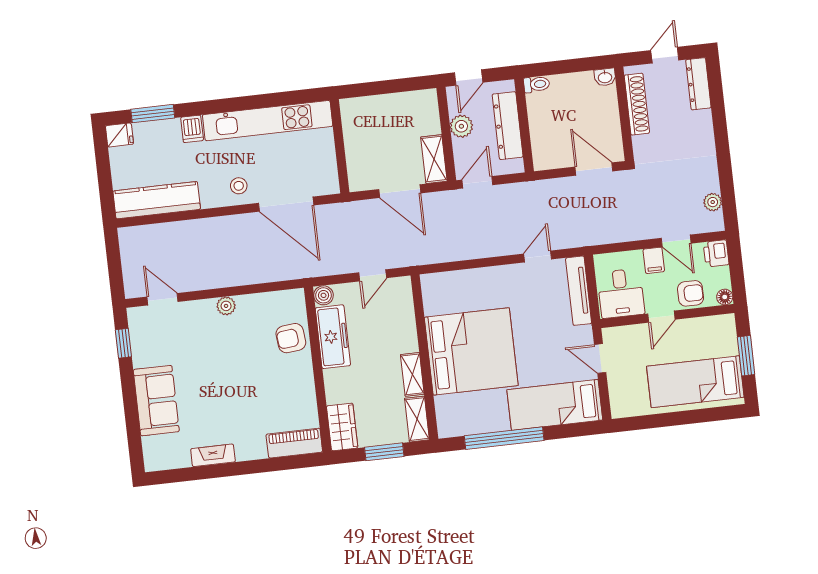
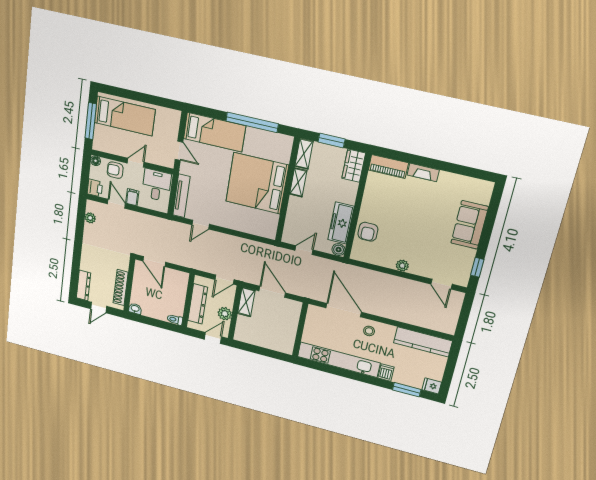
armchair: (291, 338) -> (368, 232), turned 96
window: (746, 356) -> (91, 121), width x1.44
fireplace: (213, 455) -> (423, 172), moved

